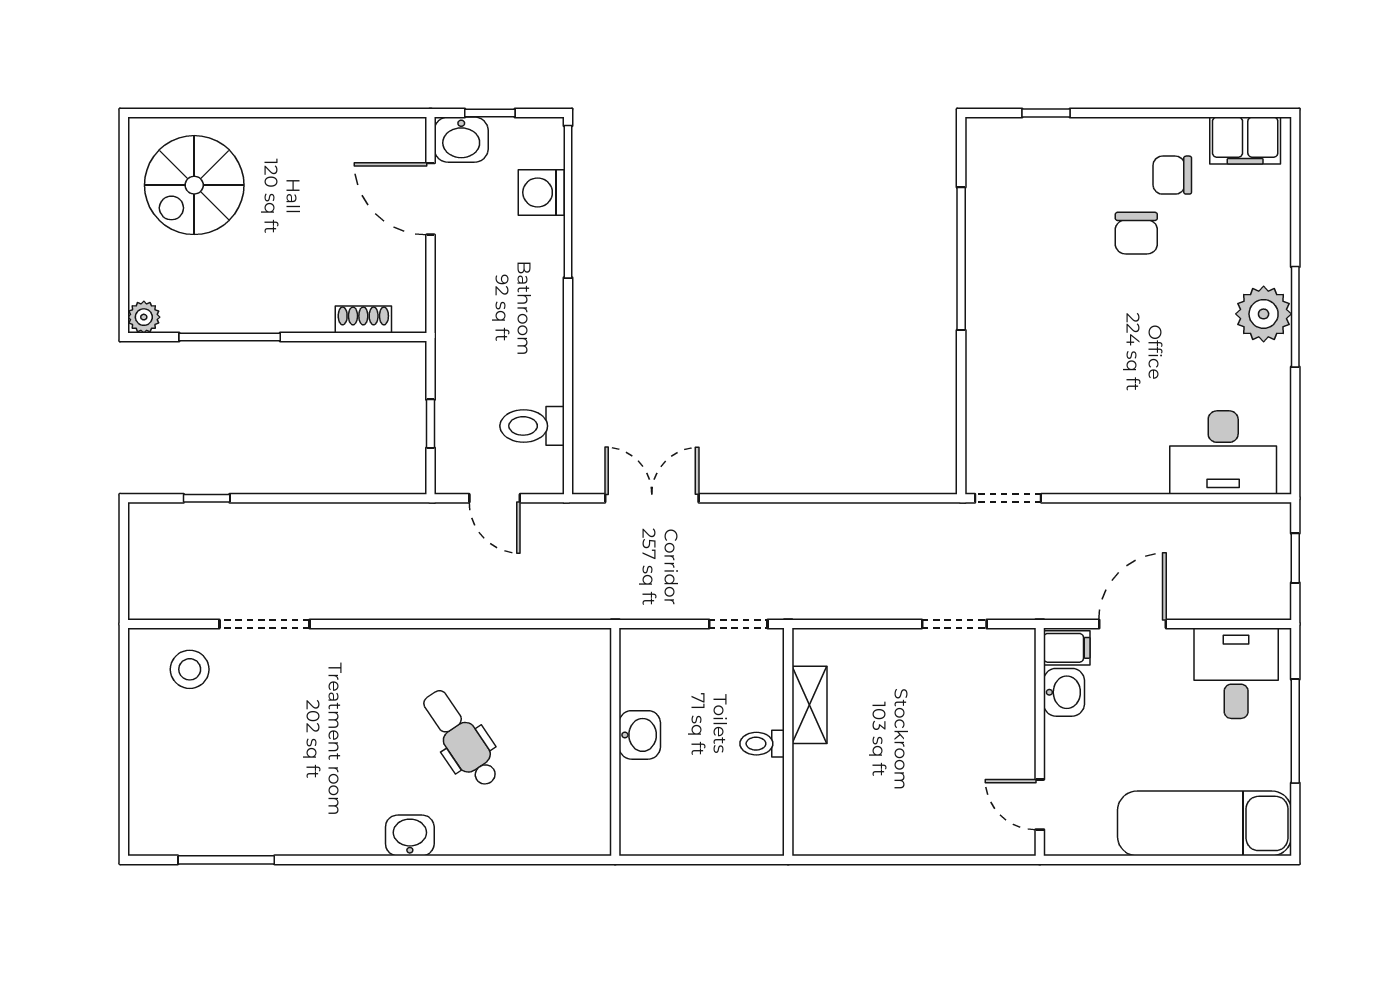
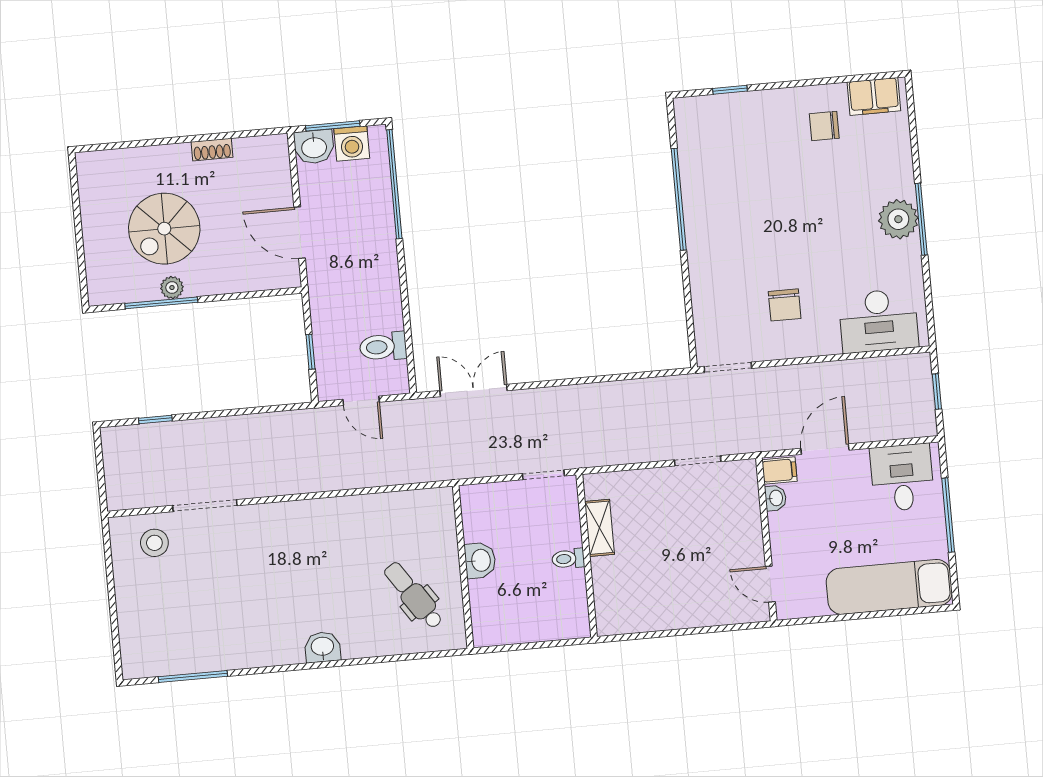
window: (490, 113) -> (333, 126), width x1.50
spiral stairs: (194, 185) -> (164, 229), moved
washing machine: (541, 192) -> (352, 143), moved, turned -90
door: (430, 199) -> (300, 233), moved
chair: (1136, 233) -> (785, 305), moved
plant: (144, 317) -> (172, 288), moved
shoe rack: (363, 319) -> (212, 150), moved, turned 180
washbasin: (1064, 692) -> (775, 498), width x0.72, depth x0.69
dental chair: (461, 738) -> (413, 595), moved

